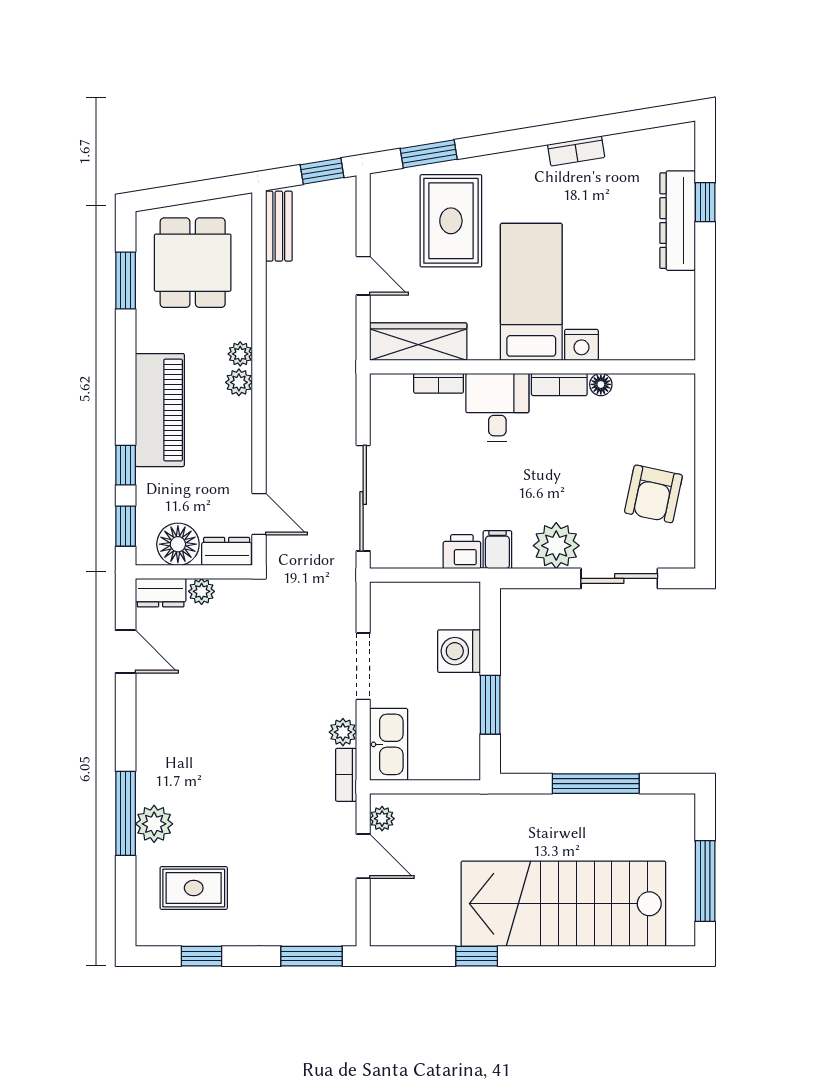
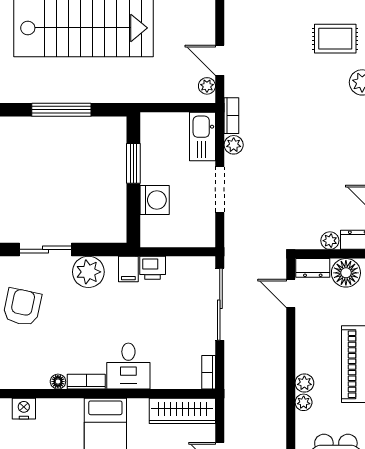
nightstand: (581, 345) -> (24, 409), moved
bookcase: (439, 383) -> (209, 372), moved, turned -90

